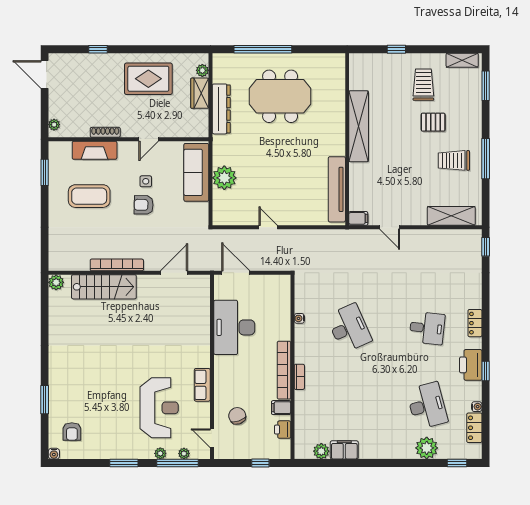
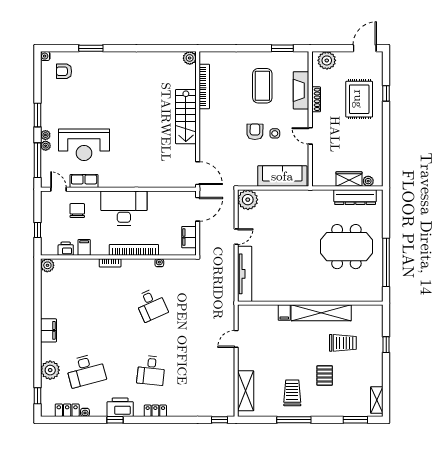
window: (263, 49) -> (386, 262), moved
rug: (148, 79) -> (359, 99), moved
trolley: (423, 85) -> (343, 343), moved
meeting table: (280, 96) -> (346, 247), turned 90
dresser: (221, 109) -> (355, 197), moved
plant: (54, 125) -> (327, 60), width x1.88, depth x1.88
plant: (224, 178) -> (248, 200), moved
tv unit: (337, 189) -> (245, 274), moved, turned 90
filing cabinet: (358, 218) -> (284, 312), moved
bookcase: (117, 265) -> (204, 86), moved
door: (174, 273) -> (198, 173), moved
filing cabinet: (269, 283) -> (189, 237), added
stairs: (104, 287) -> (186, 117), moved
desk: (234, 327) -> (124, 208), moved
desk: (349, 328) -> (151, 305), width x0.73
bookcase: (284, 370) -> (134, 250), moved
row of seats: (202, 385) -> (84, 181), moved
chair: (237, 416) -> (77, 211), turned -72
door: (212, 438) -> (58, 189), hinge flipped
filing cabinet: (344, 450) -> (48, 330), moved
plant: (321, 451) -> (47, 265), moved
plant: (184, 454) -> (45, 135), moved

